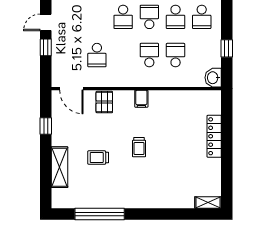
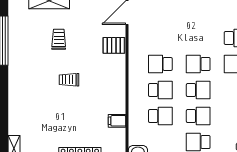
school desk: (176, 17) -> (198, 116), turned 180
school desk: (97, 55) -> (160, 64), moved
filing cabinet: (141, 99) -> (117, 121), moved

